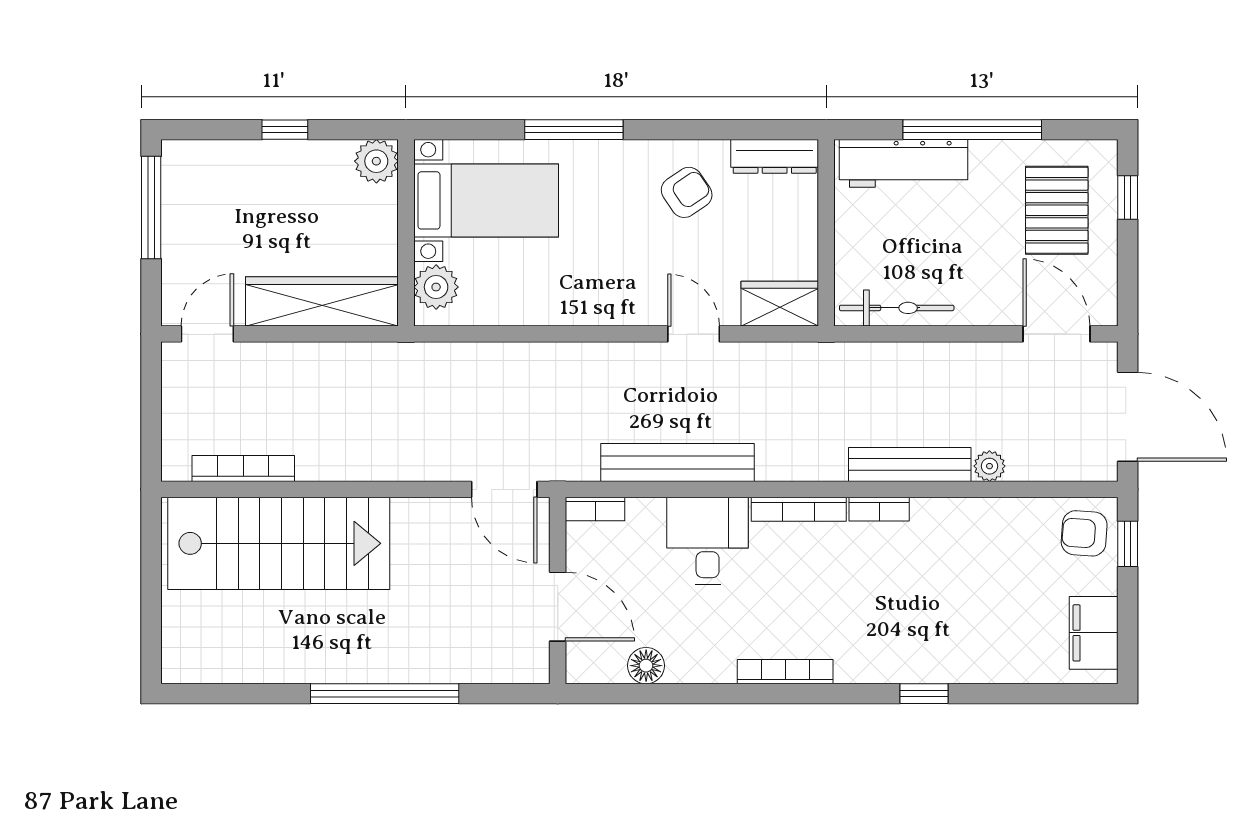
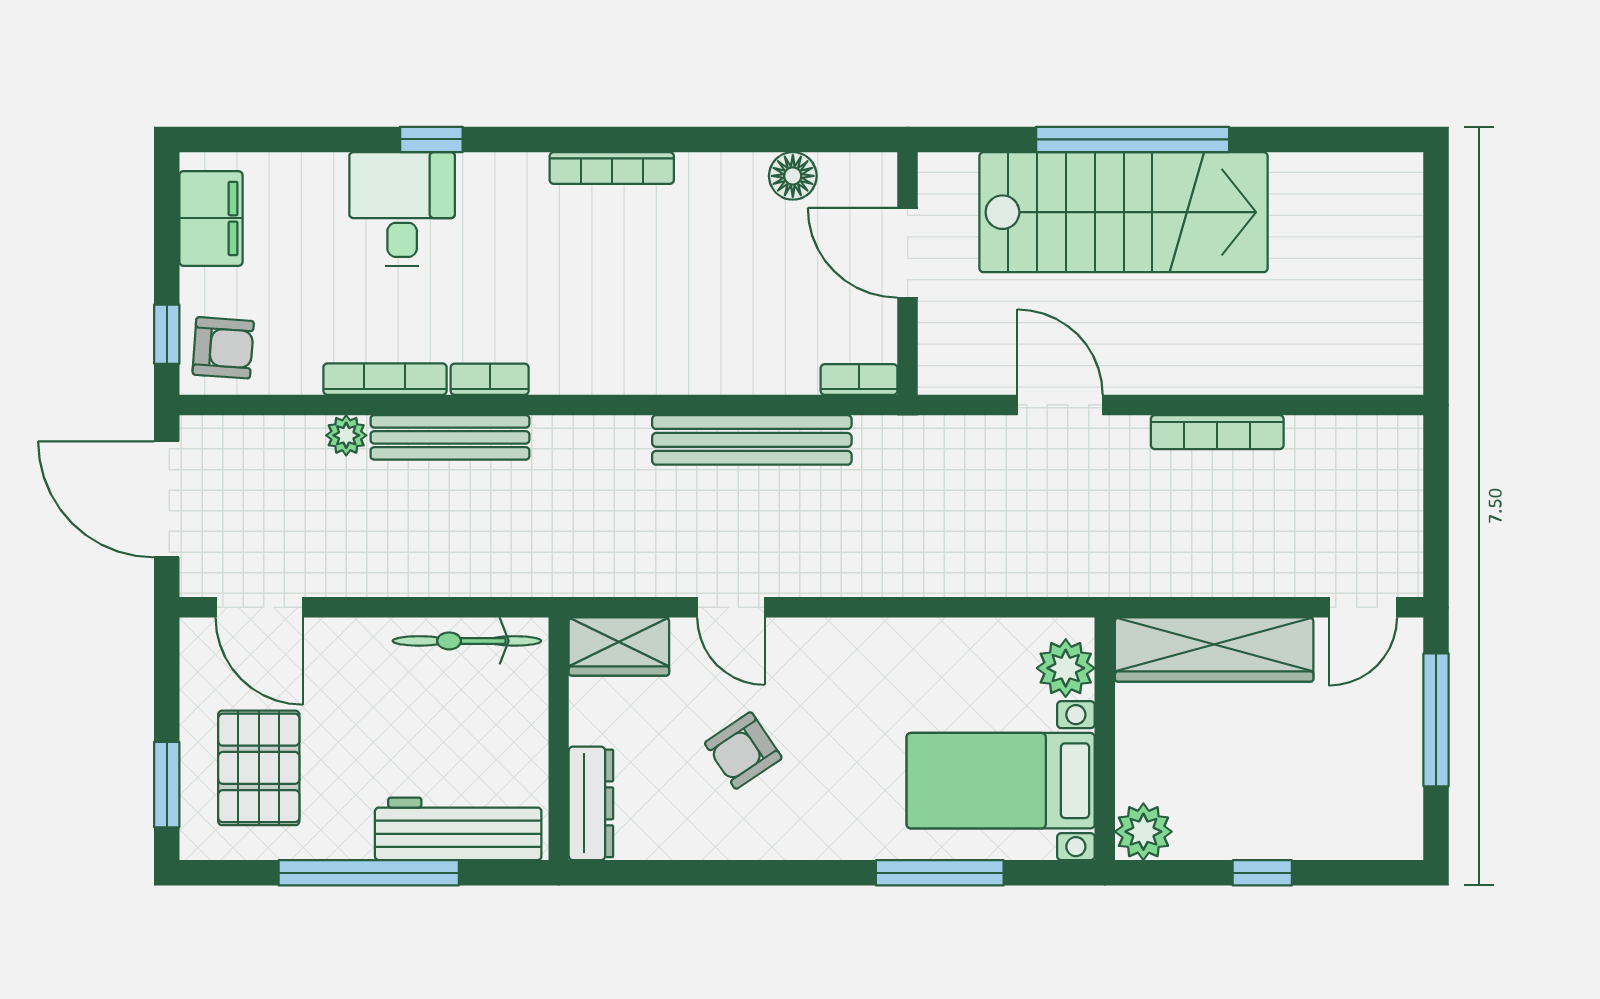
window: (574, 130) -> (940, 873), moved
dresser: (775, 156) -> (591, 803), moved, turned 90
armchair: (687, 192) -> (743, 750), moved
window: (1128, 197) -> (167, 785), width x1.50
window: (151, 208) -> (1436, 720), moved
bookcase: (243, 469) -> (1217, 432), moved
door: (504, 489) -> (1060, 405), moved
bookcase: (799, 509) -> (385, 379), moved
desk: (708, 541) -> (402, 209), moved, turned 180
stairs: (279, 543) -> (1124, 212), moved, turned 180

